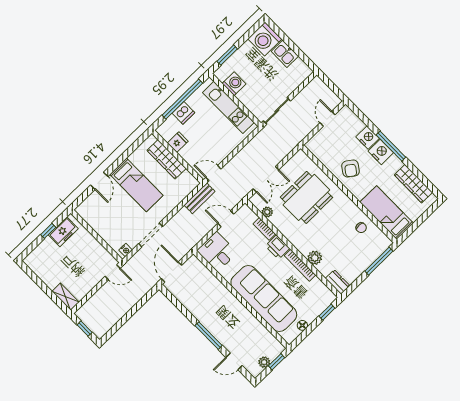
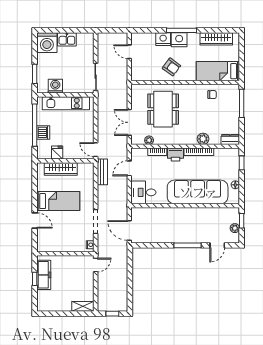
door: (213, 173) -> (96, 150), hinge flipped
double door: (266, 179) -> (129, 122), swing flipped
freezer: (63, 232) -> (44, 275), width x1.40

